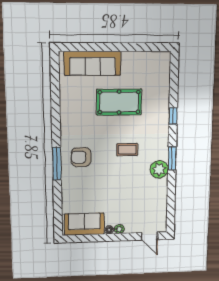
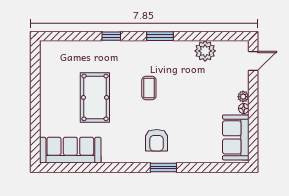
sofa: (93, 63) -> (70, 150), moved, turned -90
window: (57, 164) -> (163, 167), width x0.69
plant: (159, 169) -> (205, 51), moved

